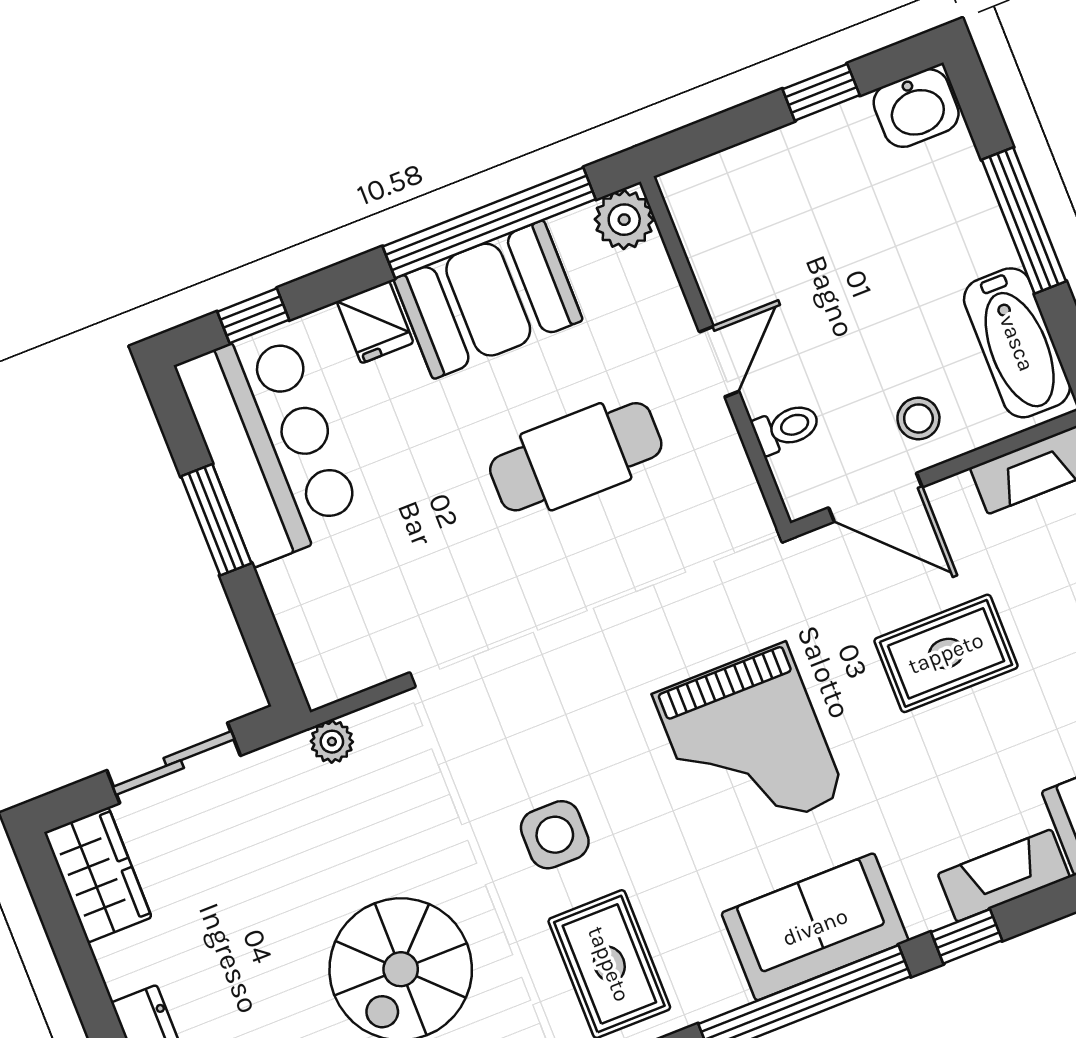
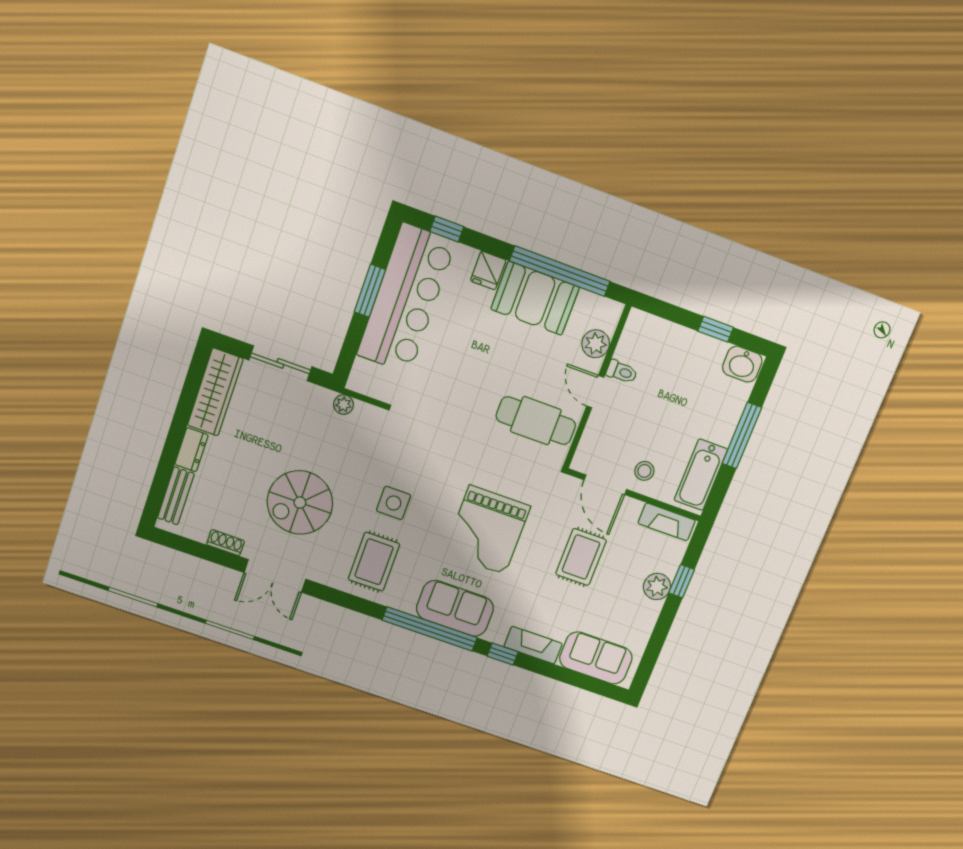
plant: (624, 220) -> (596, 344), moved
door: (719, 362) -> (595, 392), swing flipped
toilet: (786, 428) -> (622, 372), moved
bar counter: (270, 445) -> (406, 299), width x1.36
cafe table: (576, 457) -> (536, 421), moved
rug: (946, 653) -> (581, 557), turned 90
wardrobe: (98, 875) -> (215, 392), width x1.50

